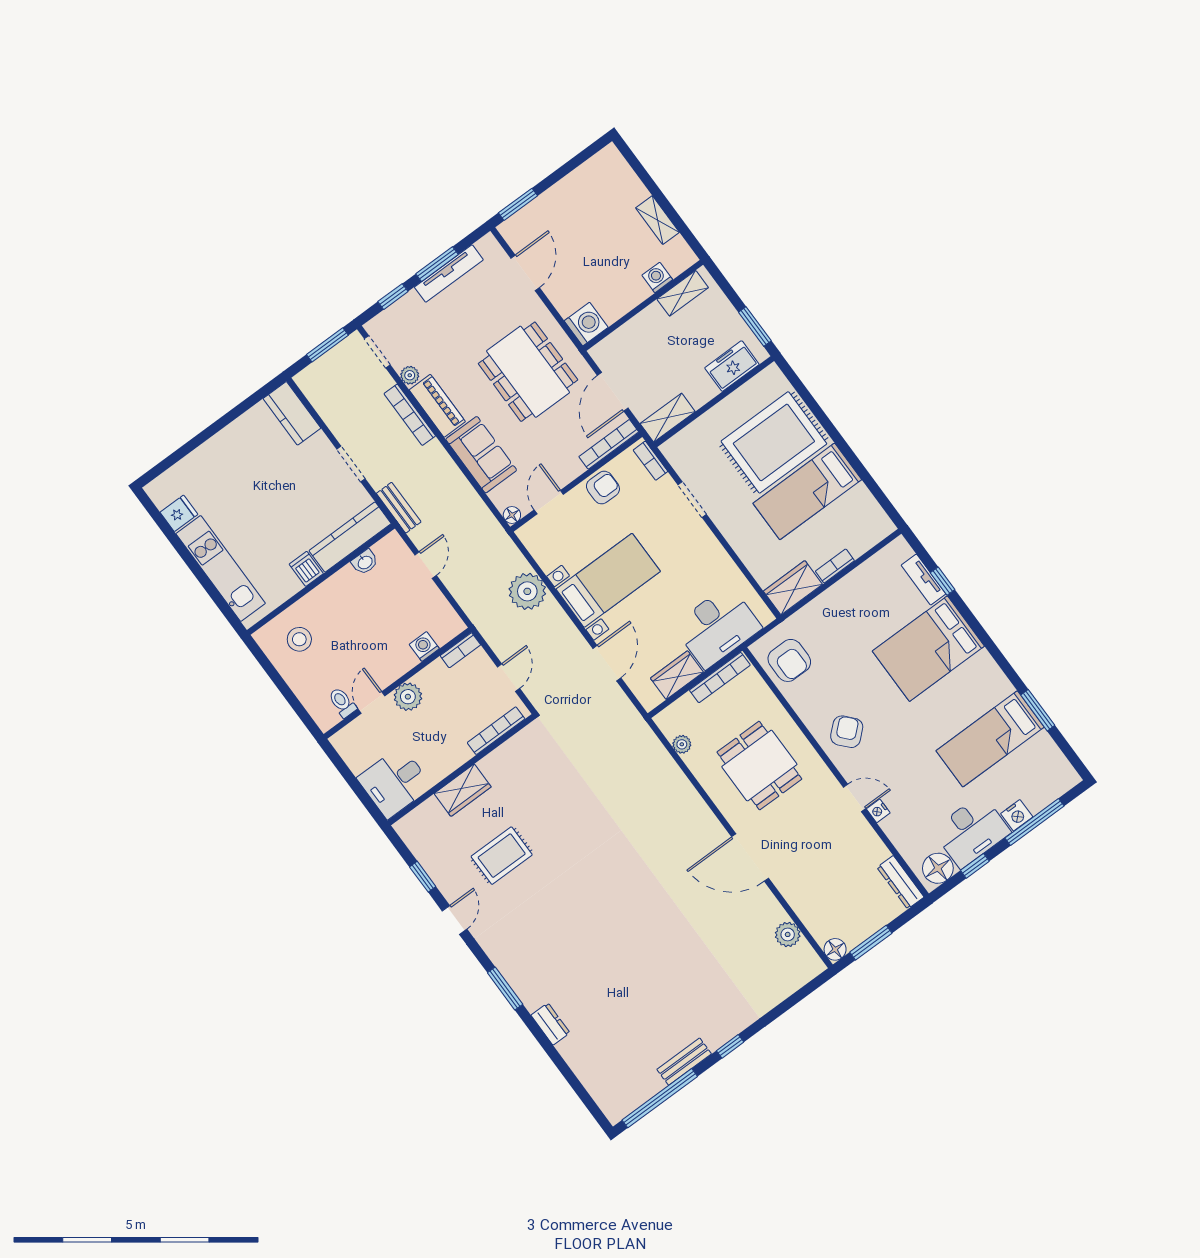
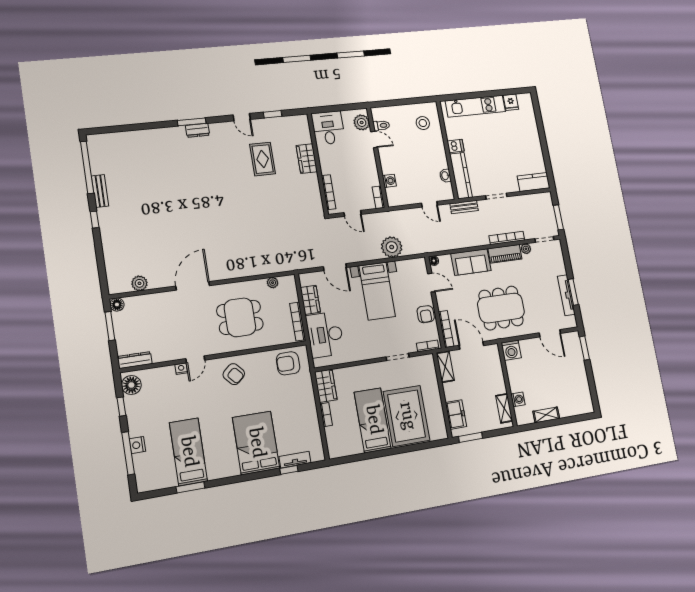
window: (393, 297) -> (567, 262), removed
plant: (408, 697) -> (362, 122), moved
desk: (971, 831) -> (142, 415), removed
dresser: (550, 1024) -> (198, 130), moved

